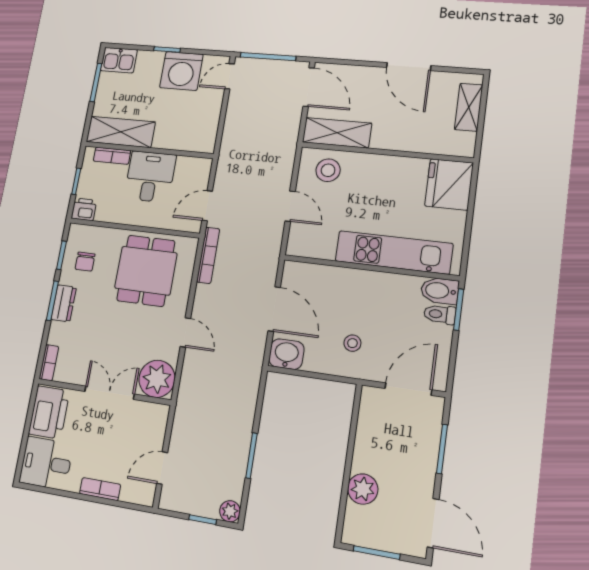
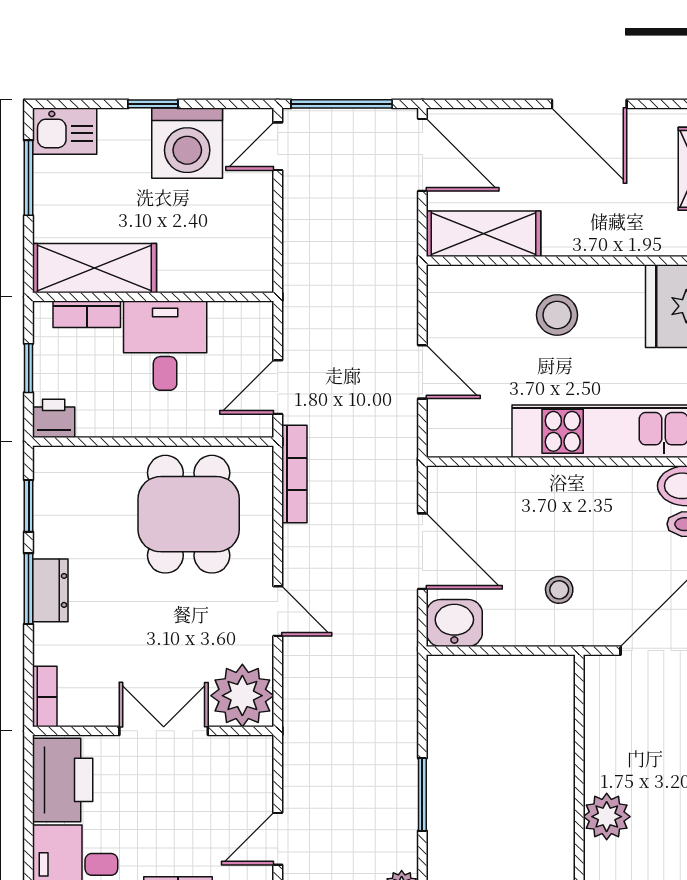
stool: (328, 170) -> (557, 315), moved
chair: (85, 262) -> (75, 512), removed

